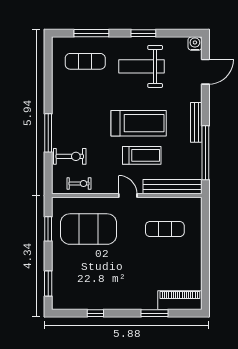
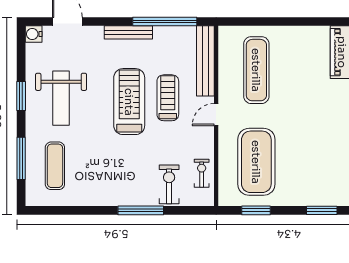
exercise mat: (165, 229) -> (256, 70), width x1.36, depth x1.45

